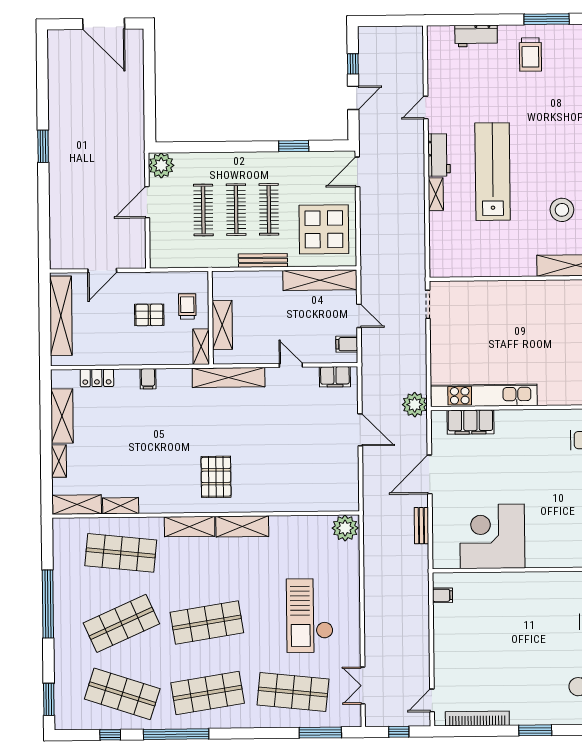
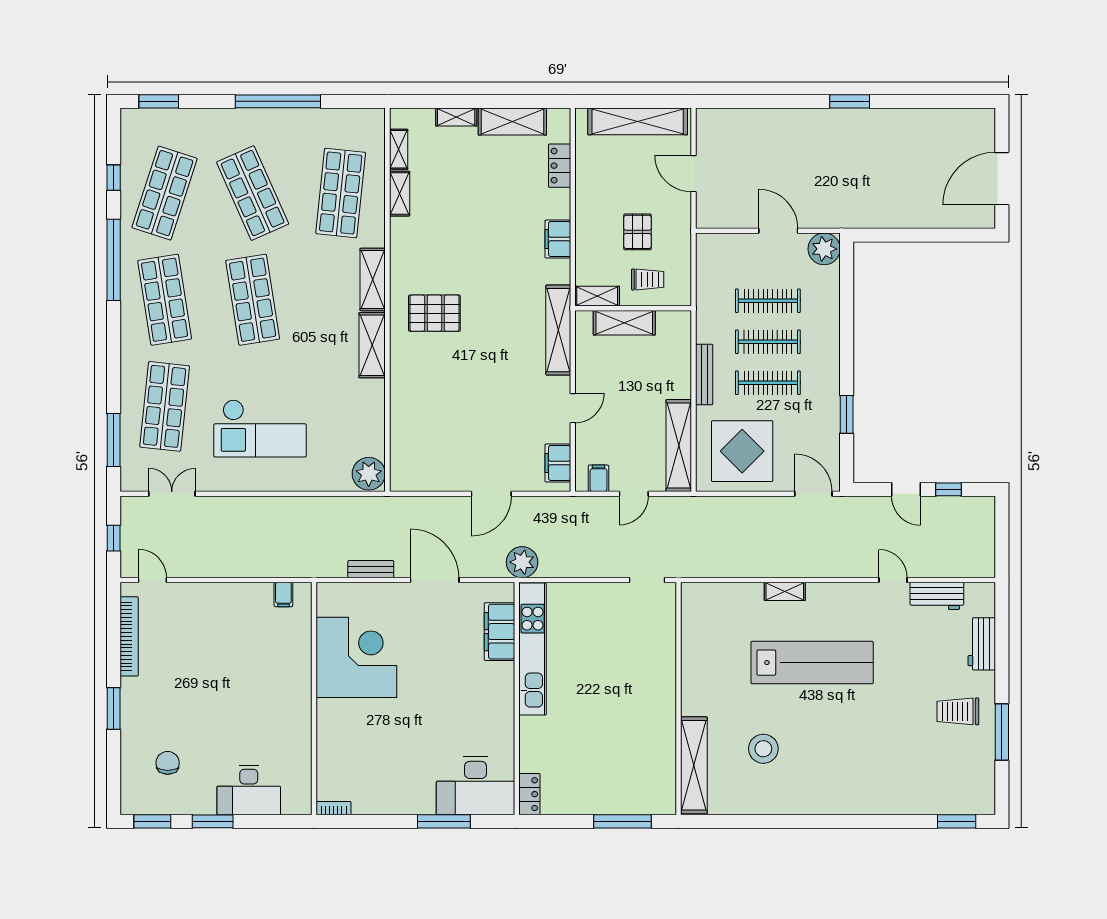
workbench: (439, 155) -> (937, 596), moved
filing cabinet: (148, 379) -> (558, 239), width x2.00
shelving: (77, 505) -> (399, 149), width x0.67, depth x0.75
checkout: (310, 615) -> (260, 428), turned 180

